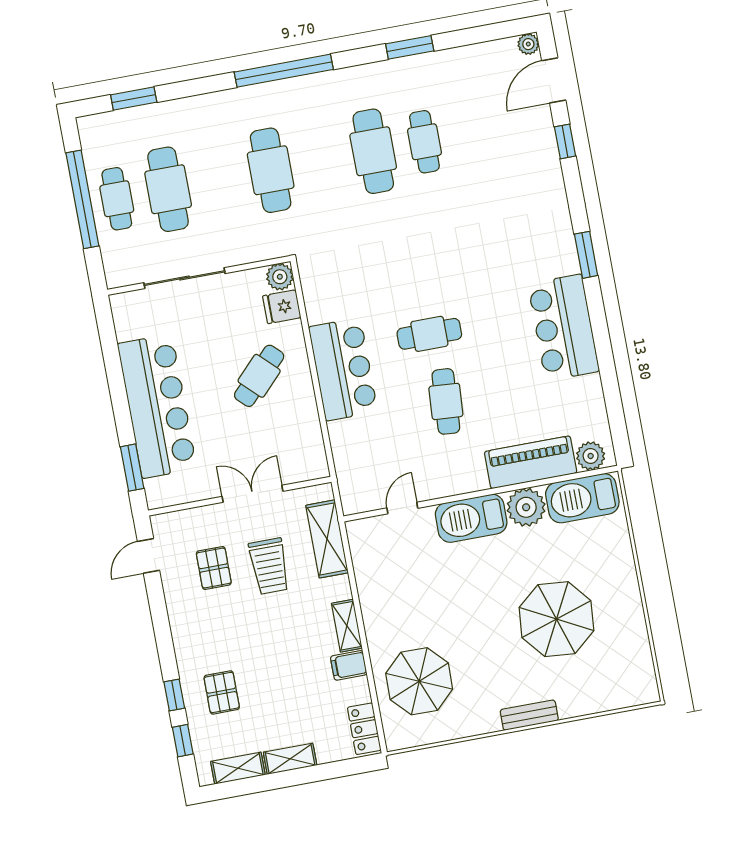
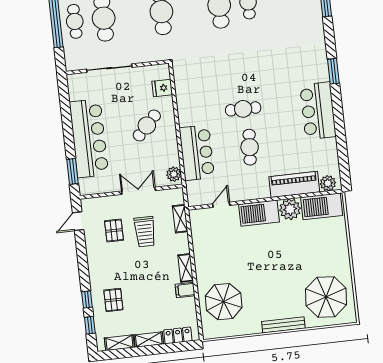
plant: (280, 277) -> (174, 174), moved
bar counter: (343, 369) -> (197, 153), moved
shelving: (327, 539) -> (180, 219), width x0.67, depth x0.75
parasol: (556, 619) -> (326, 297), moved
bench: (529, 715) -> (283, 325), width x1.36
locker: (364, 729) -> (178, 335), moved, turned 90

